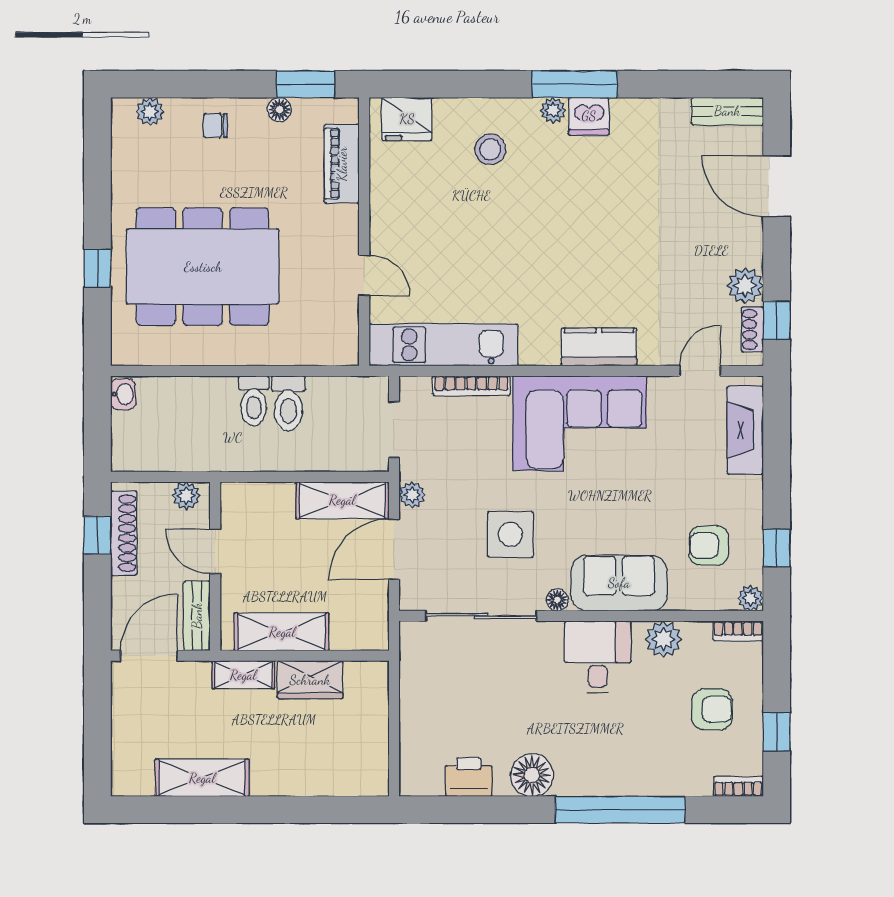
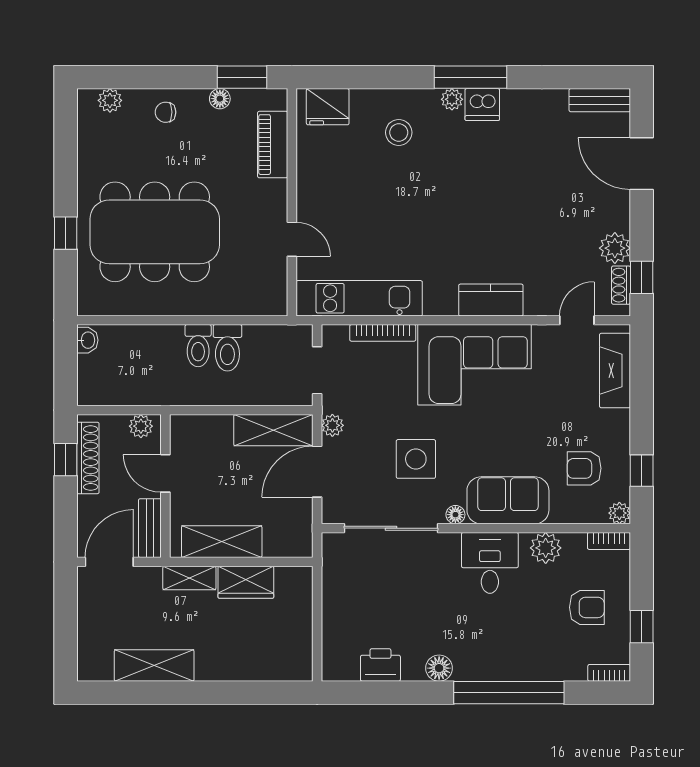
floor lamp: (532, 775) -> (439, 668), width x0.73, depth x0.73

